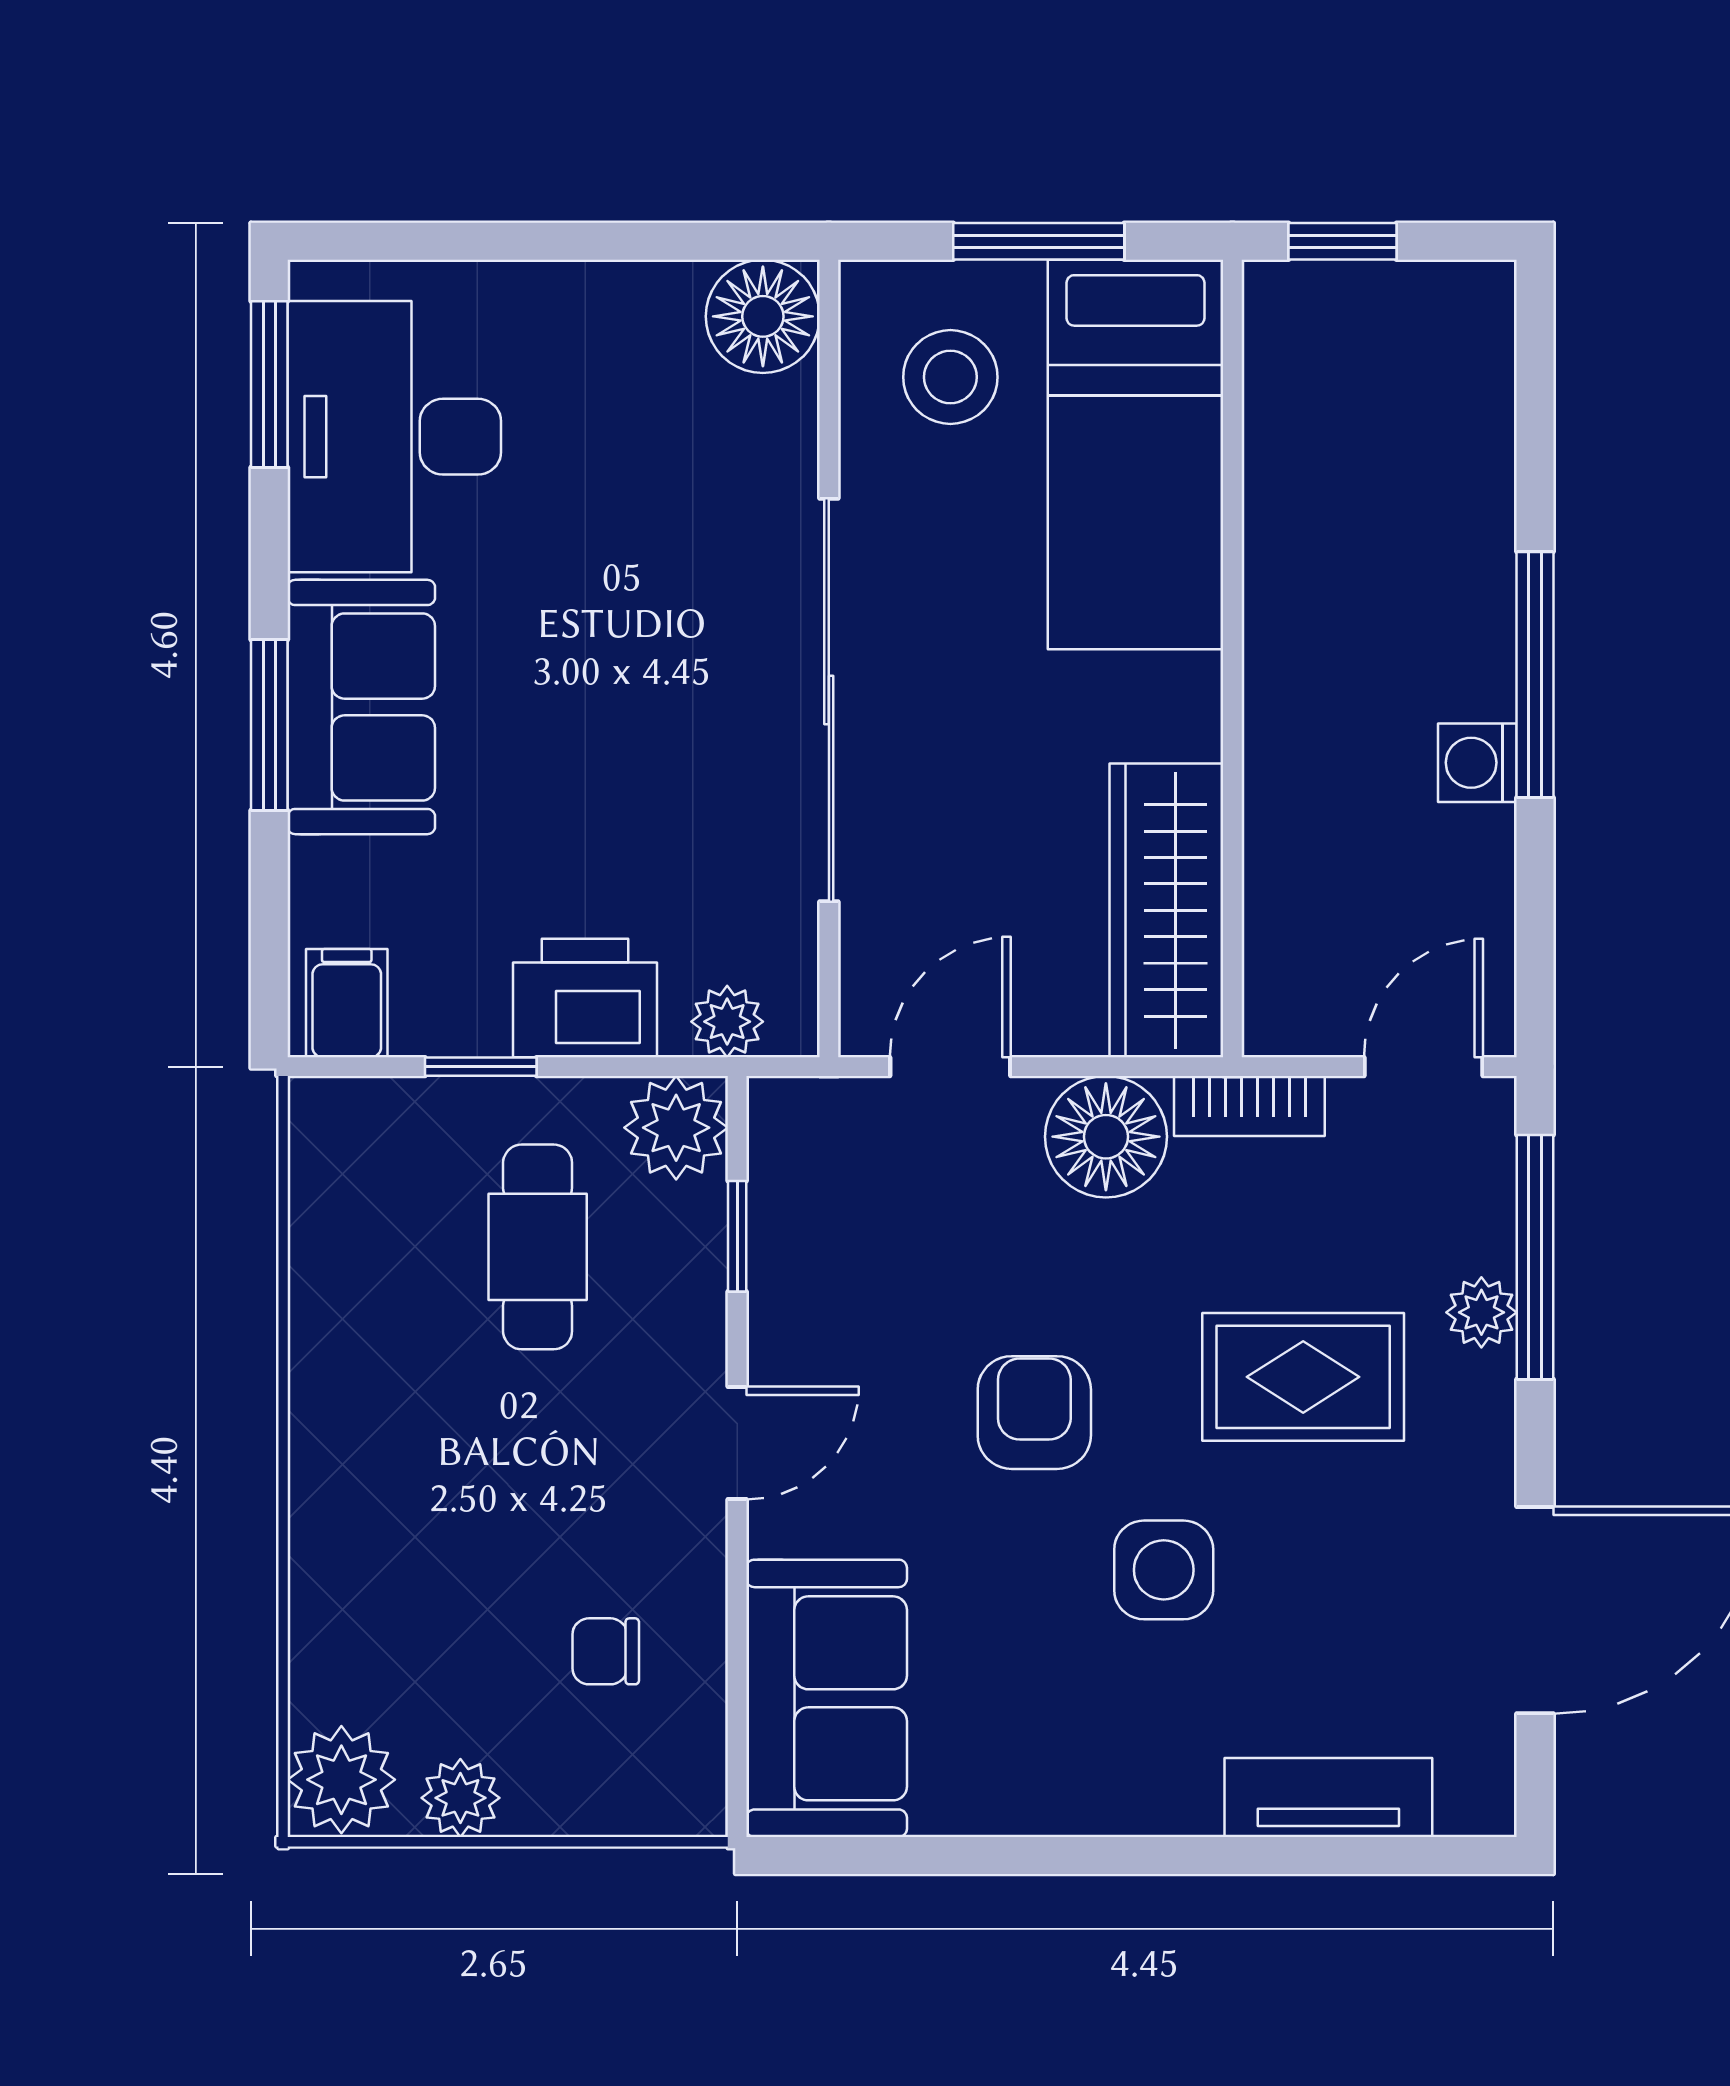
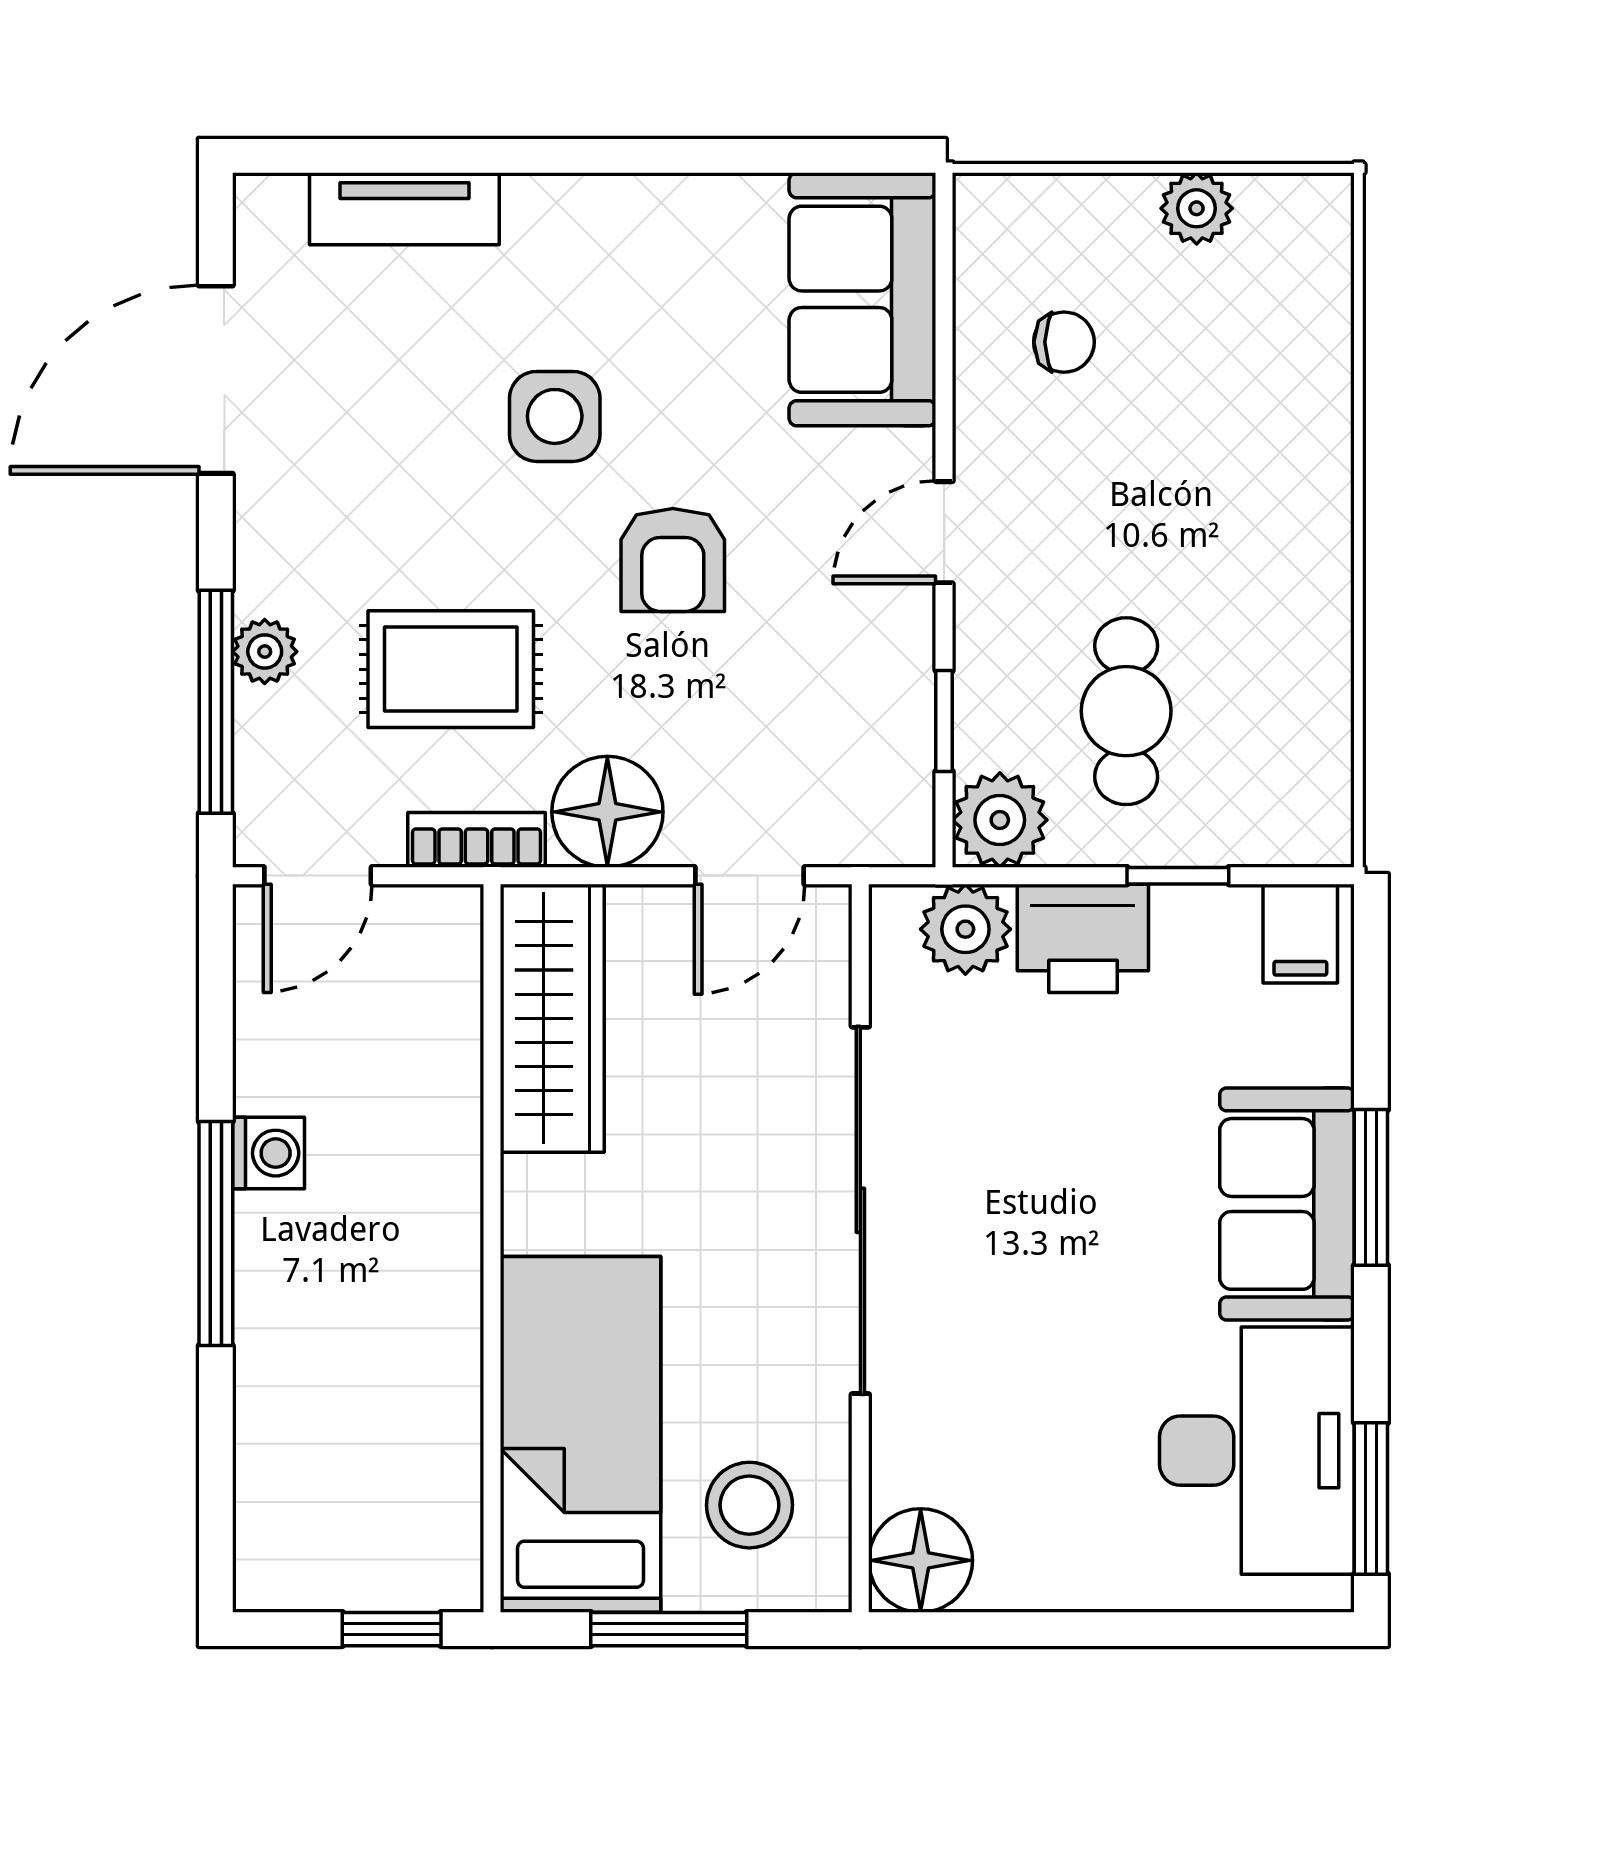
plant: (727, 1022) -> (965, 929), width x1.38, depth x1.38
rug: (1303, 1377) -> (451, 669), moved
plant: (341, 1780) -> (1305, 225), removed

